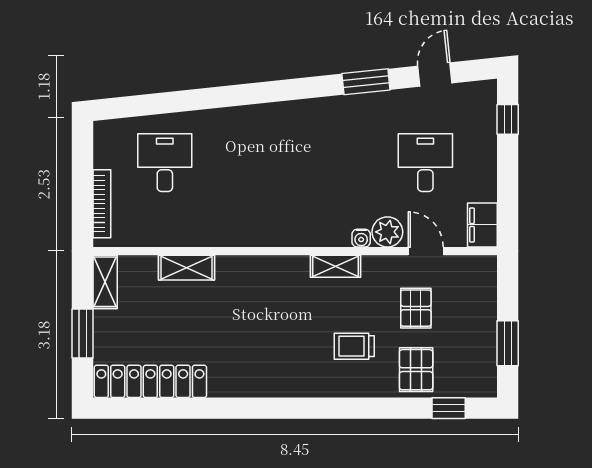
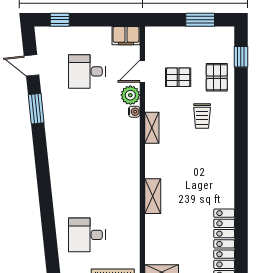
shelving: (187, 268) -> (153, 196), moved
pallet: (416, 370) -> (217, 77), turned 90

